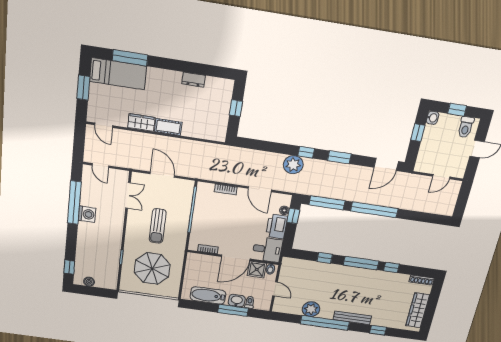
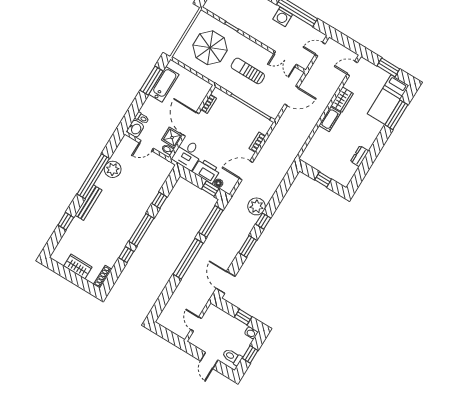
washbasin: (237, 301) -> (135, 129), moved
window: (233, 310) -> (152, 81), moved
wardrobe: (418, 310) -> (78, 267), width x0.67

